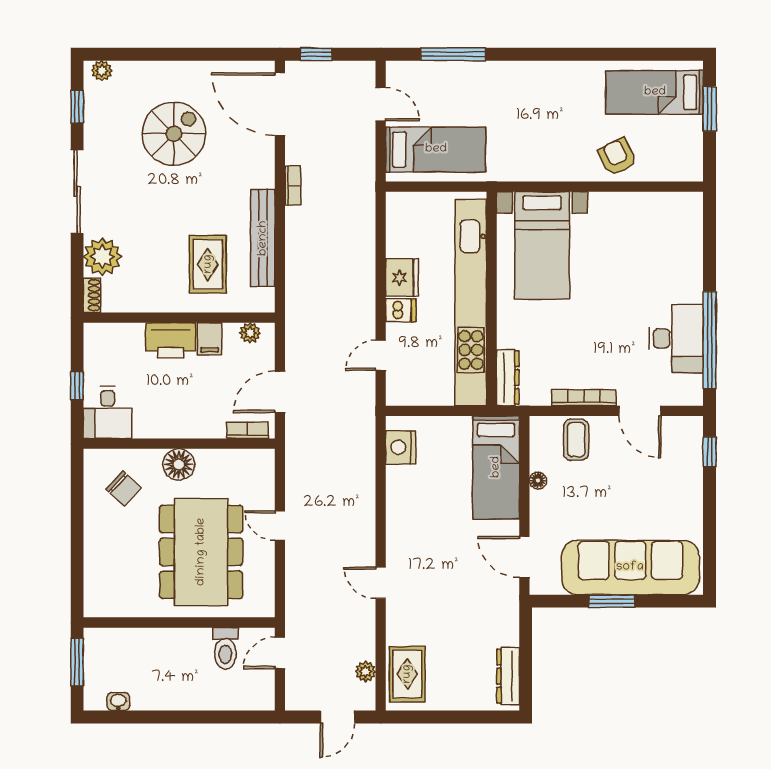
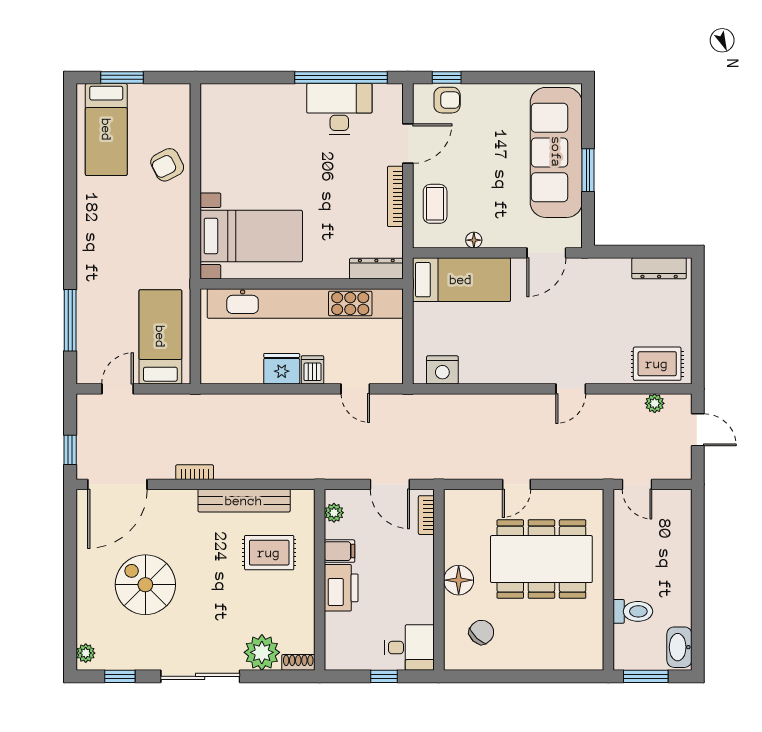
coffee table: (576, 440) -> (435, 204), turned 90
armchair: (686, 452) -> (447, 100), added
toilet: (225, 648) -> (633, 611), moved
washbasin: (118, 702) -> (679, 647), width x1.91, depth x1.45

